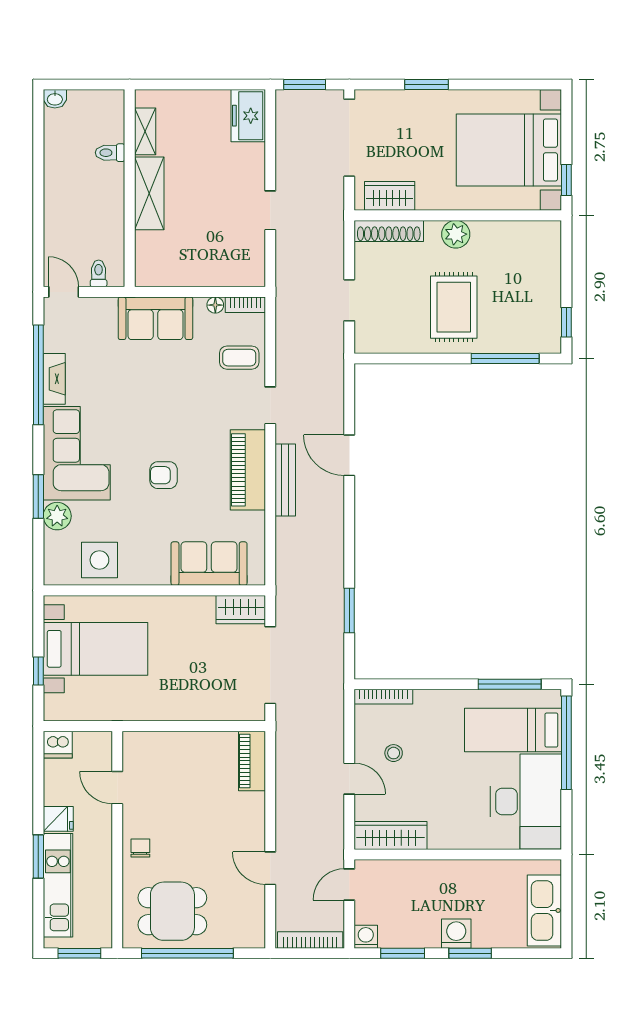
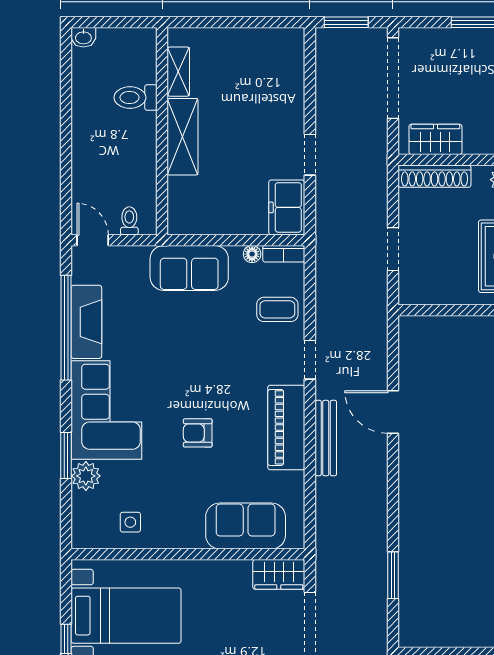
freezer: (248, 116) -> (287, 207), moved
toilet: (110, 153) -> (136, 97), width x1.37, depth x1.39
fireplace: (54, 379) -> (86, 322), width x1.37, depth x1.32
side table: (99, 560) -> (130, 522), width x0.54, depth x0.54

